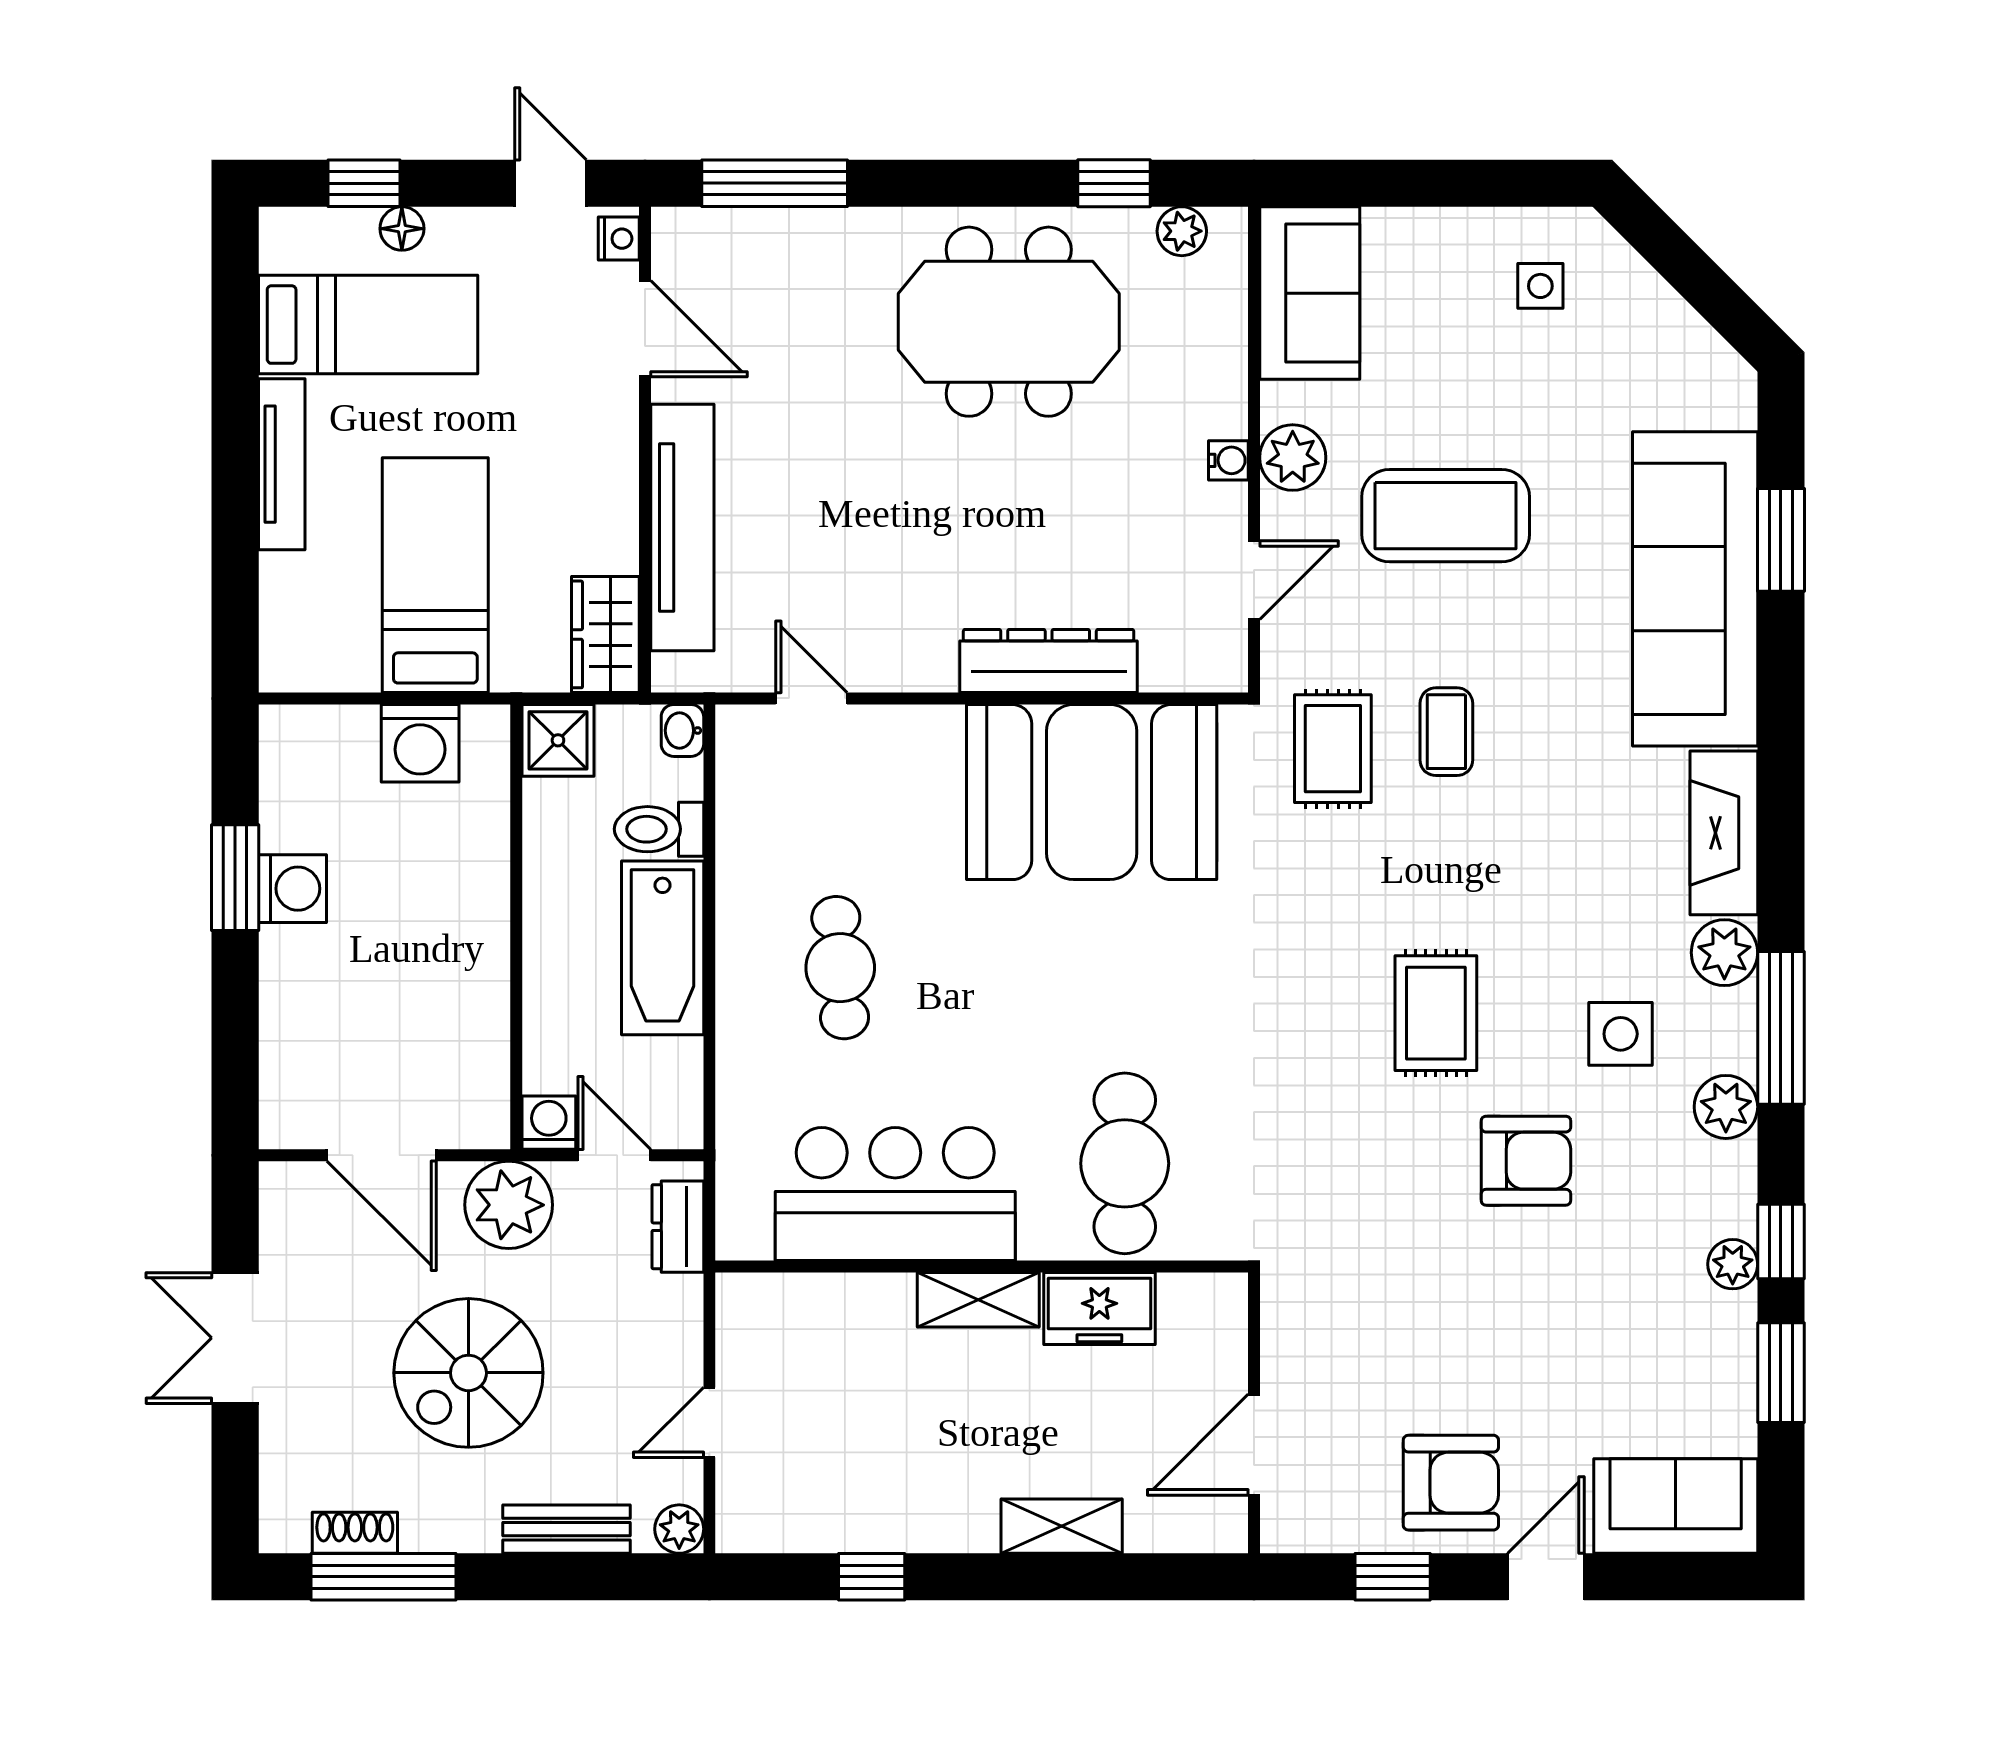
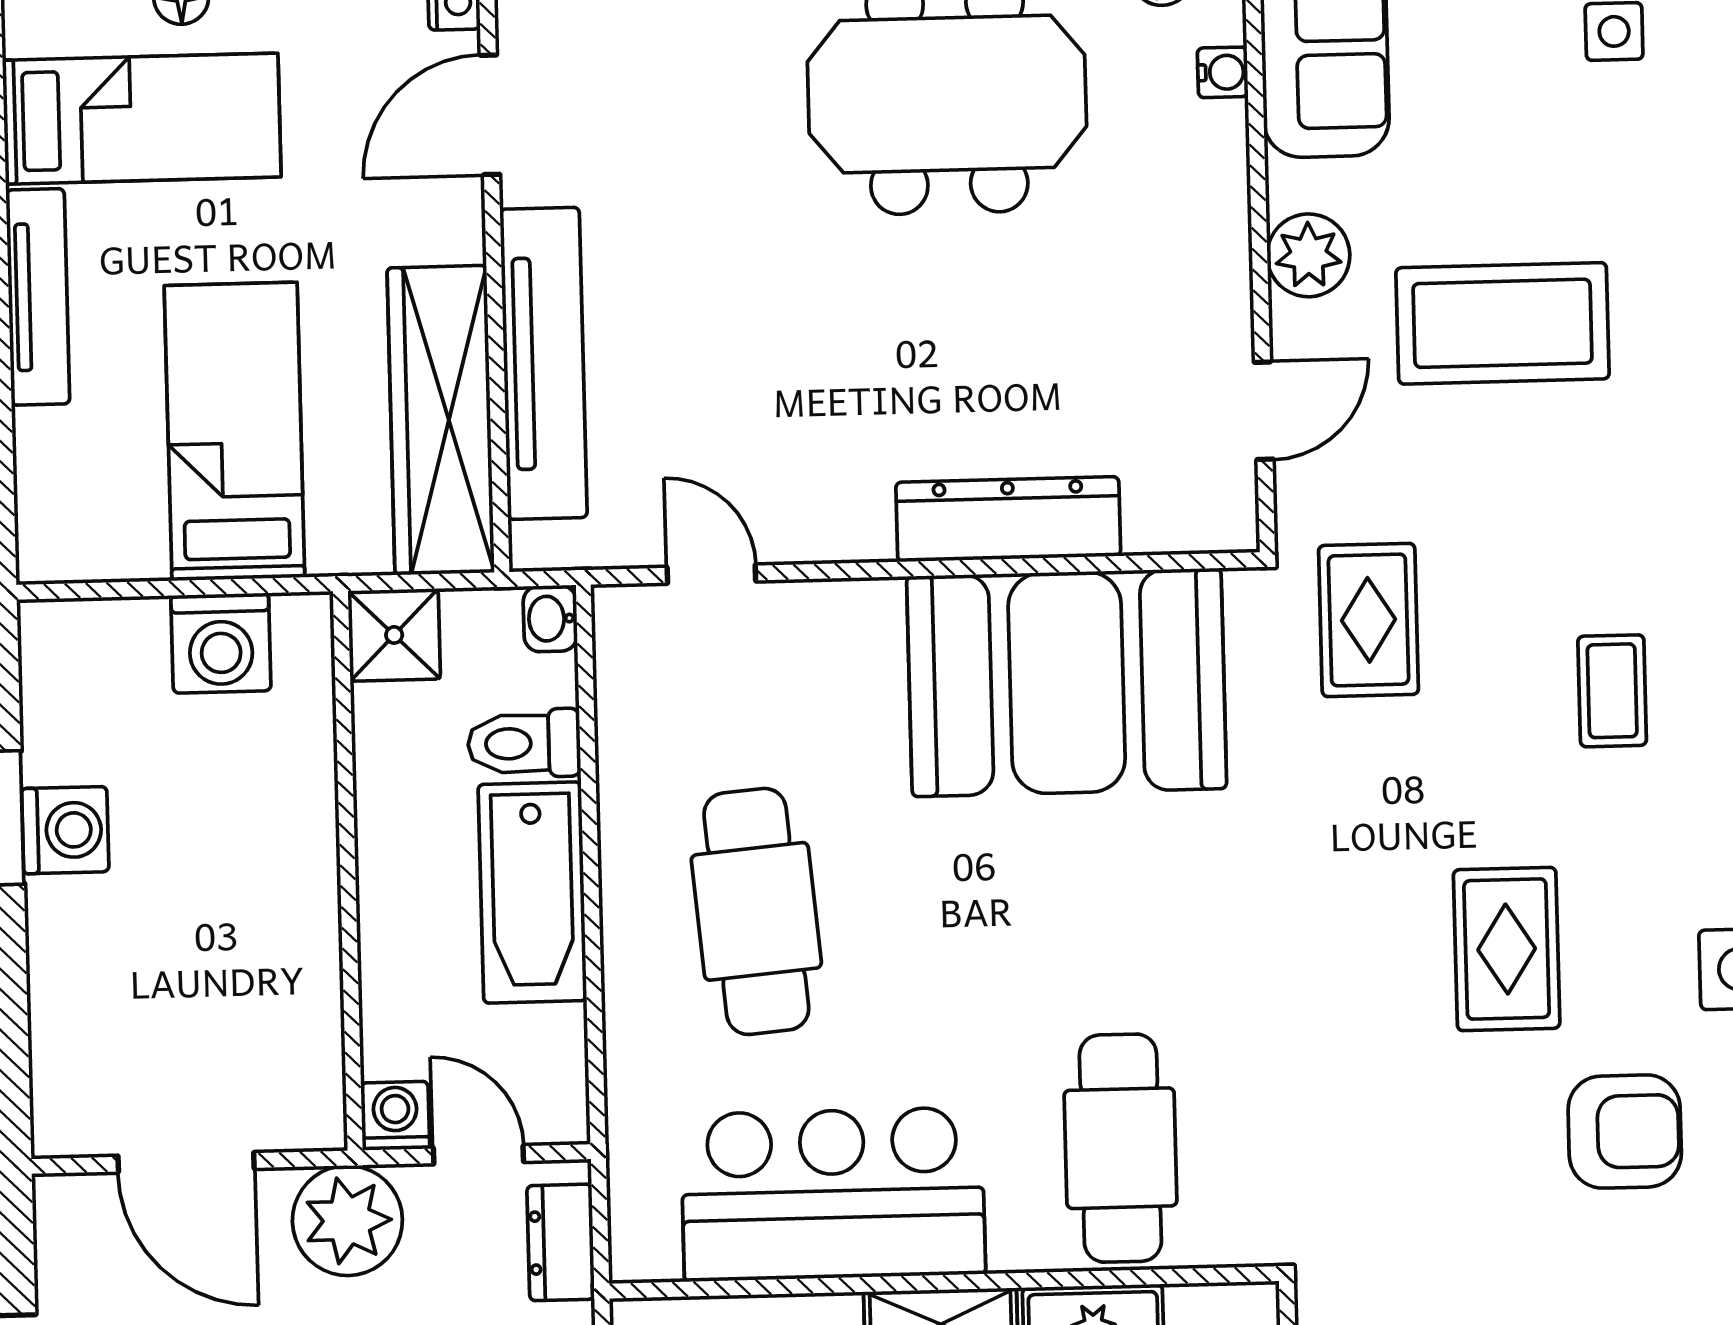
door: (645, 329) -> (490, 115), swing flipped
water cooler: (1228, 460) -> (1223, 72), moved
wardrobe: (605, 634) -> (441, 420), width x2.10, depth x1.17
coffee table: (1446, 732) -> (1612, 691), moved
cafe table: (840, 968) -> (756, 911), width x1.37, depth x1.35

